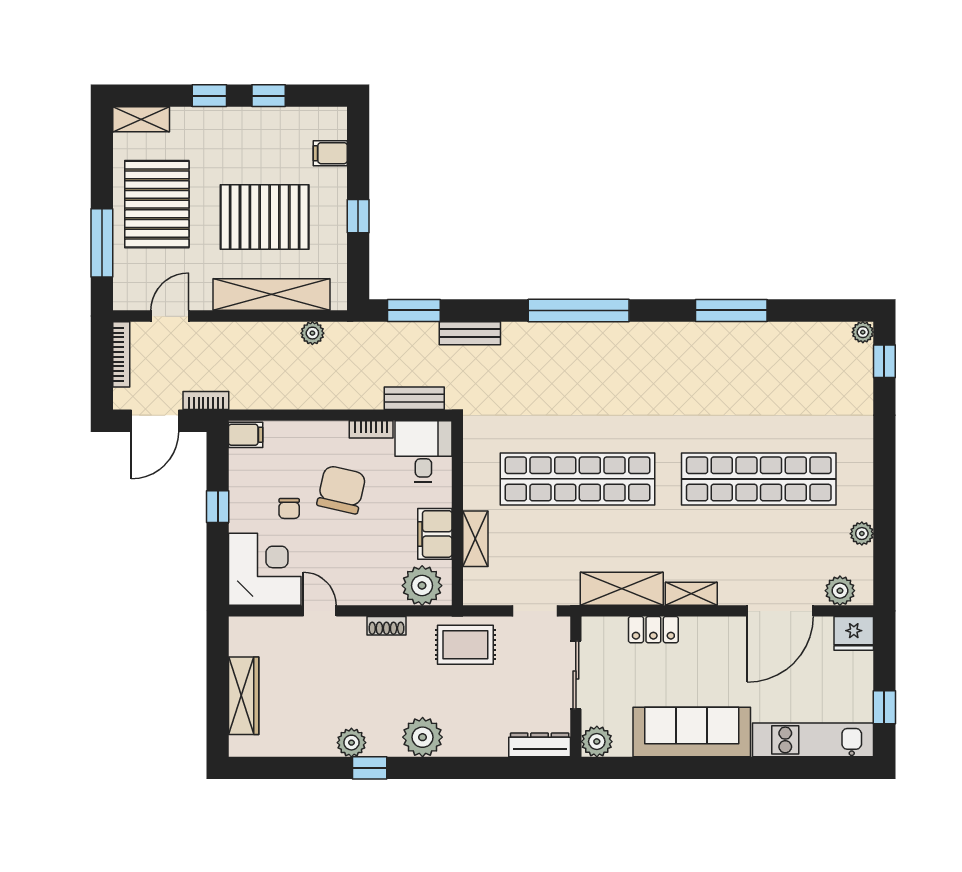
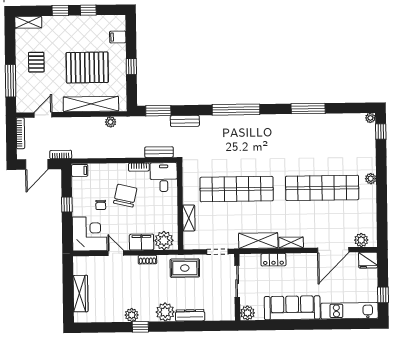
pallet: (157, 204) -> (36, 62), width x0.49, depth x0.50
filing cabinet: (435, 534) -> (142, 242), moved, turned 90
plant: (862, 534) -> (371, 179), moved
dresser: (540, 745) -> (190, 315), moved

